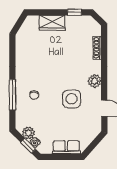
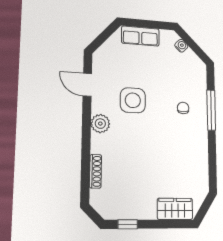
wardrobe: (52, 23) -> (175, 209), moved
plant: (28, 133) -> (190, 59), removed
window: (28, 146) -> (190, 42), removed

